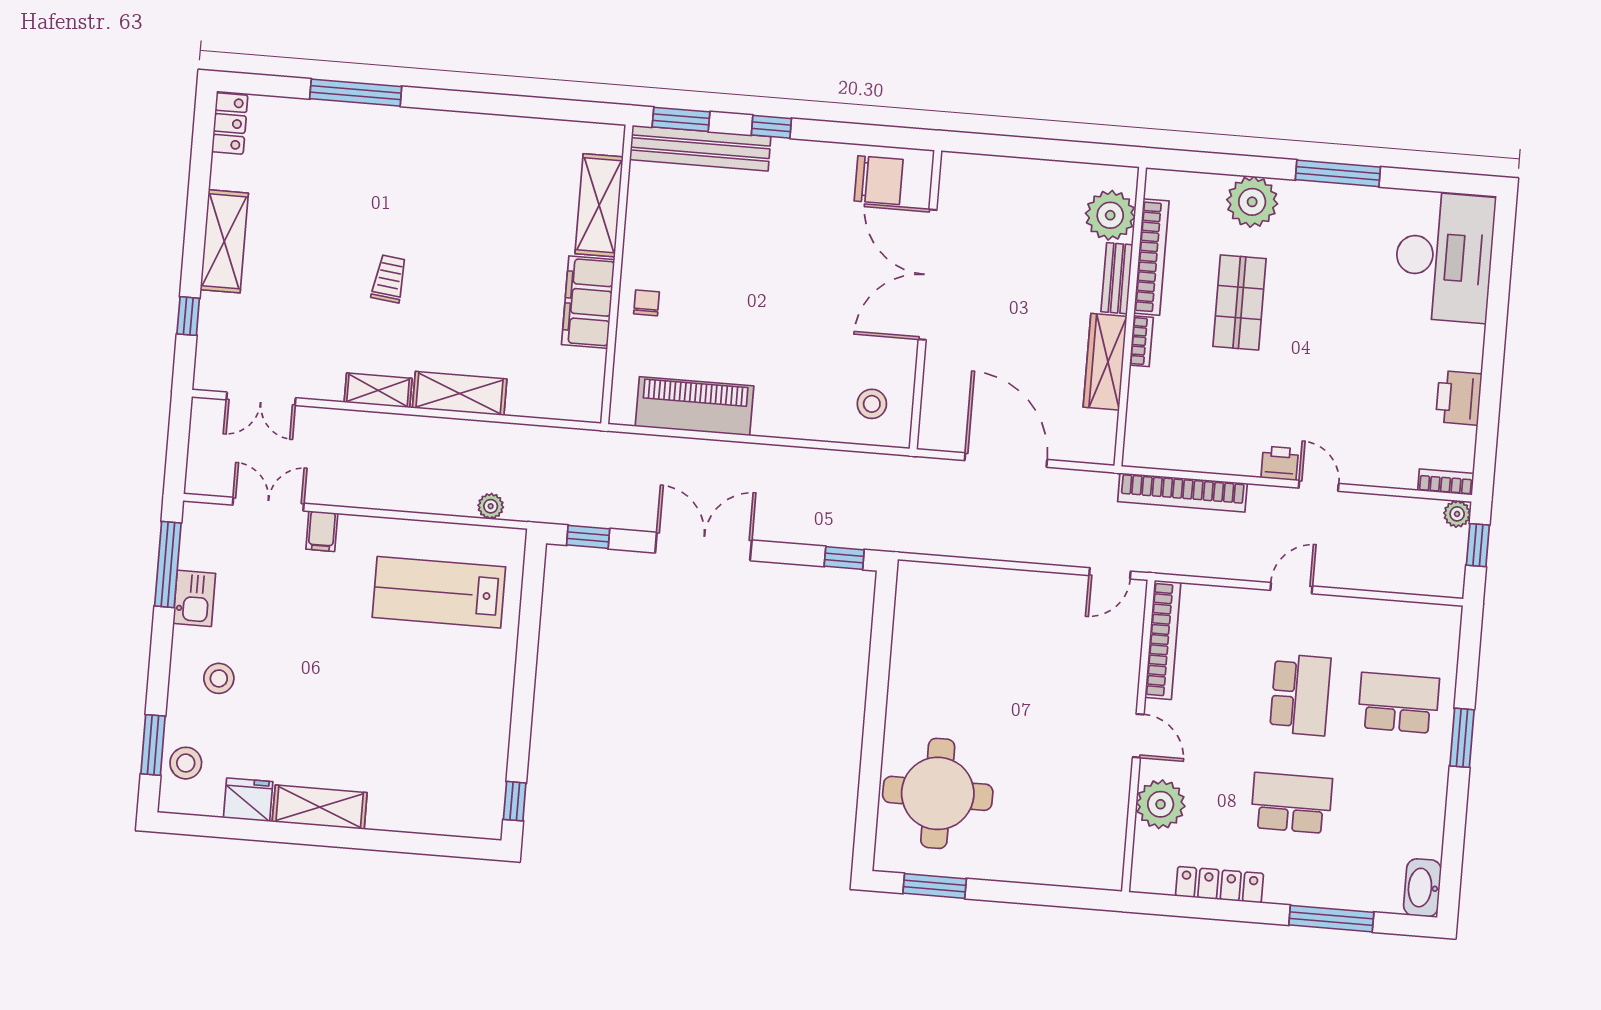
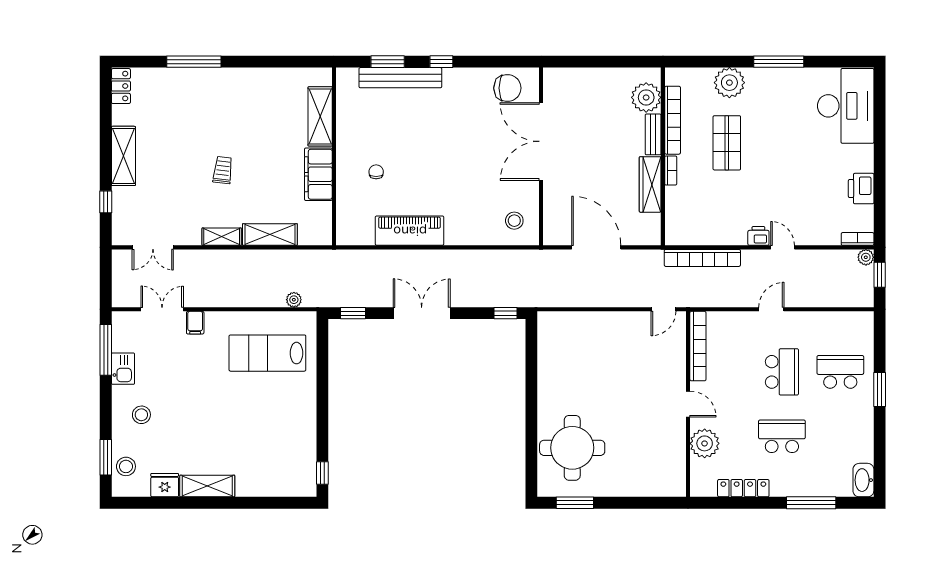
shelving: (599, 205) -> (320, 116), moved
wall: (617, 274) -> (334, 156), moved
filing cabinet: (588, 302) -> (318, 174), moved

